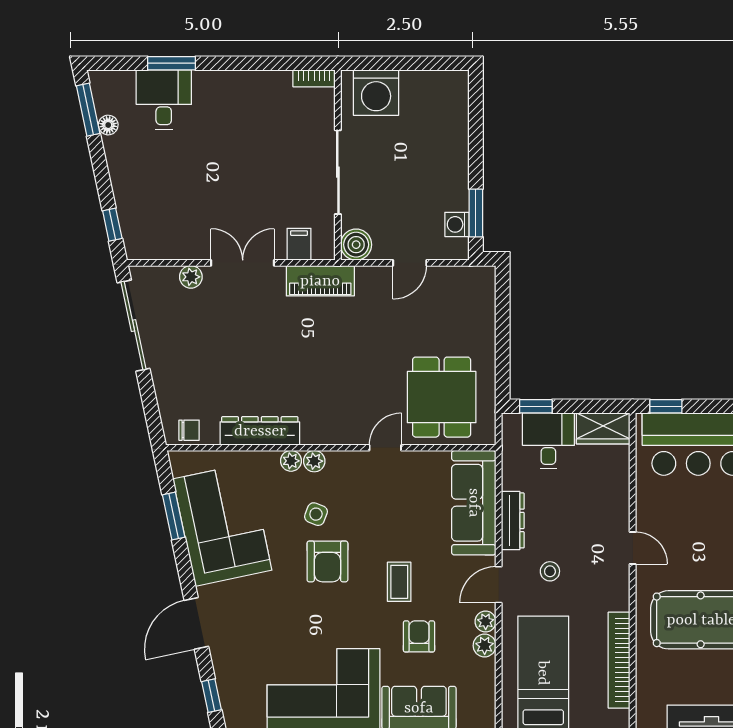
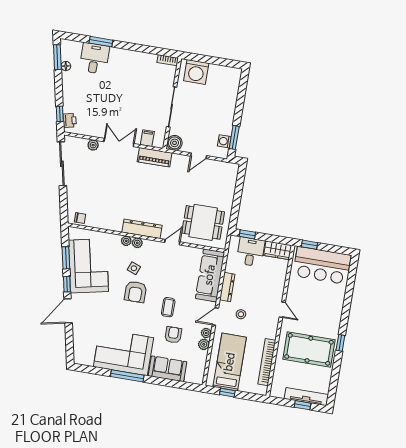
printer: (135, 235) -> (70, 120), added
dining table: (442, 397) -> (203, 222), turned 90
dresser: (260, 431) -> (142, 229), moved
window: (211, 696) -> (67, 284), moved

